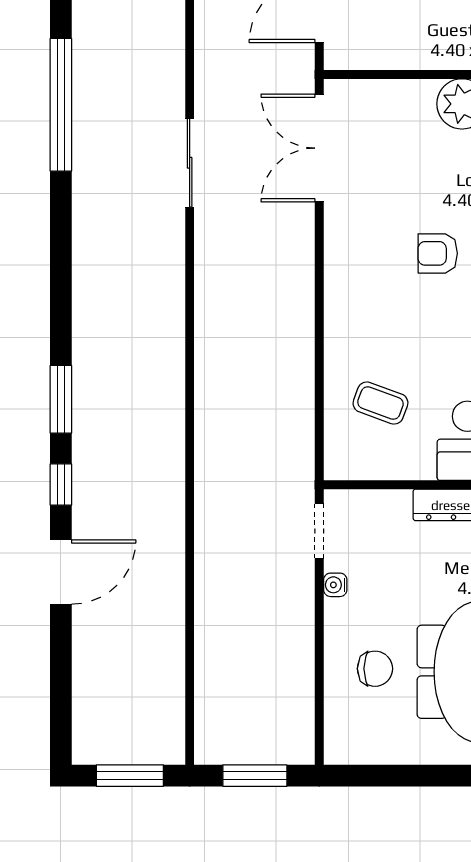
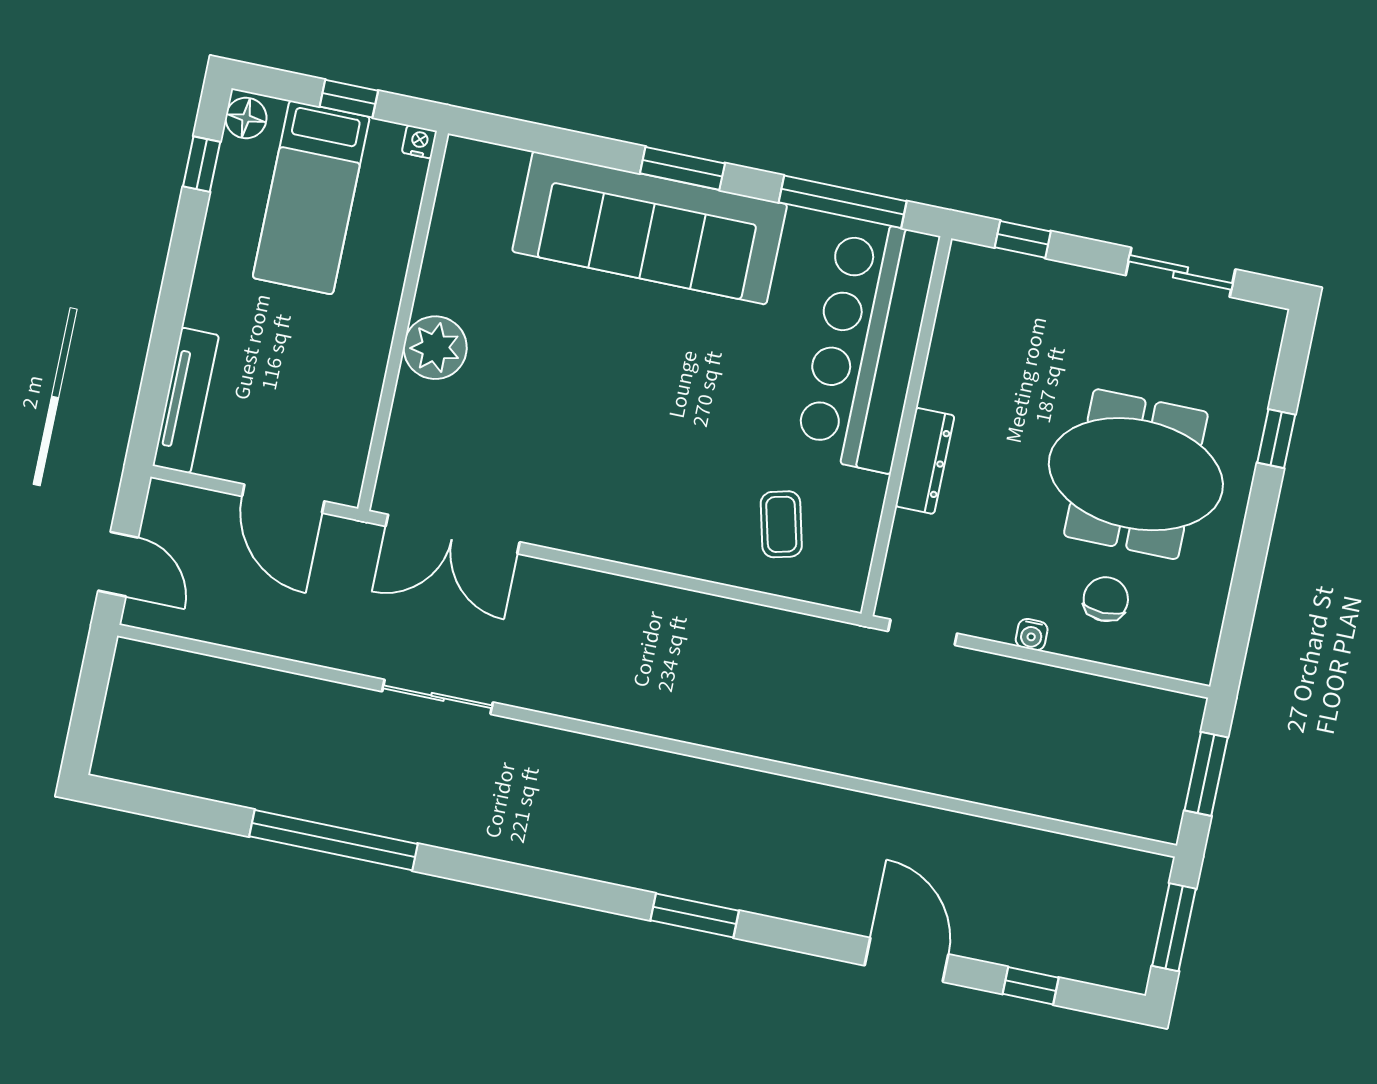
armchair: (438, 253) -> (612, 416), removed
coffee table: (380, 403) -> (781, 524), turned -34
window: (61, 485) -> (1031, 986), moved
water cooler: (335, 585) -> (1032, 635), moved

